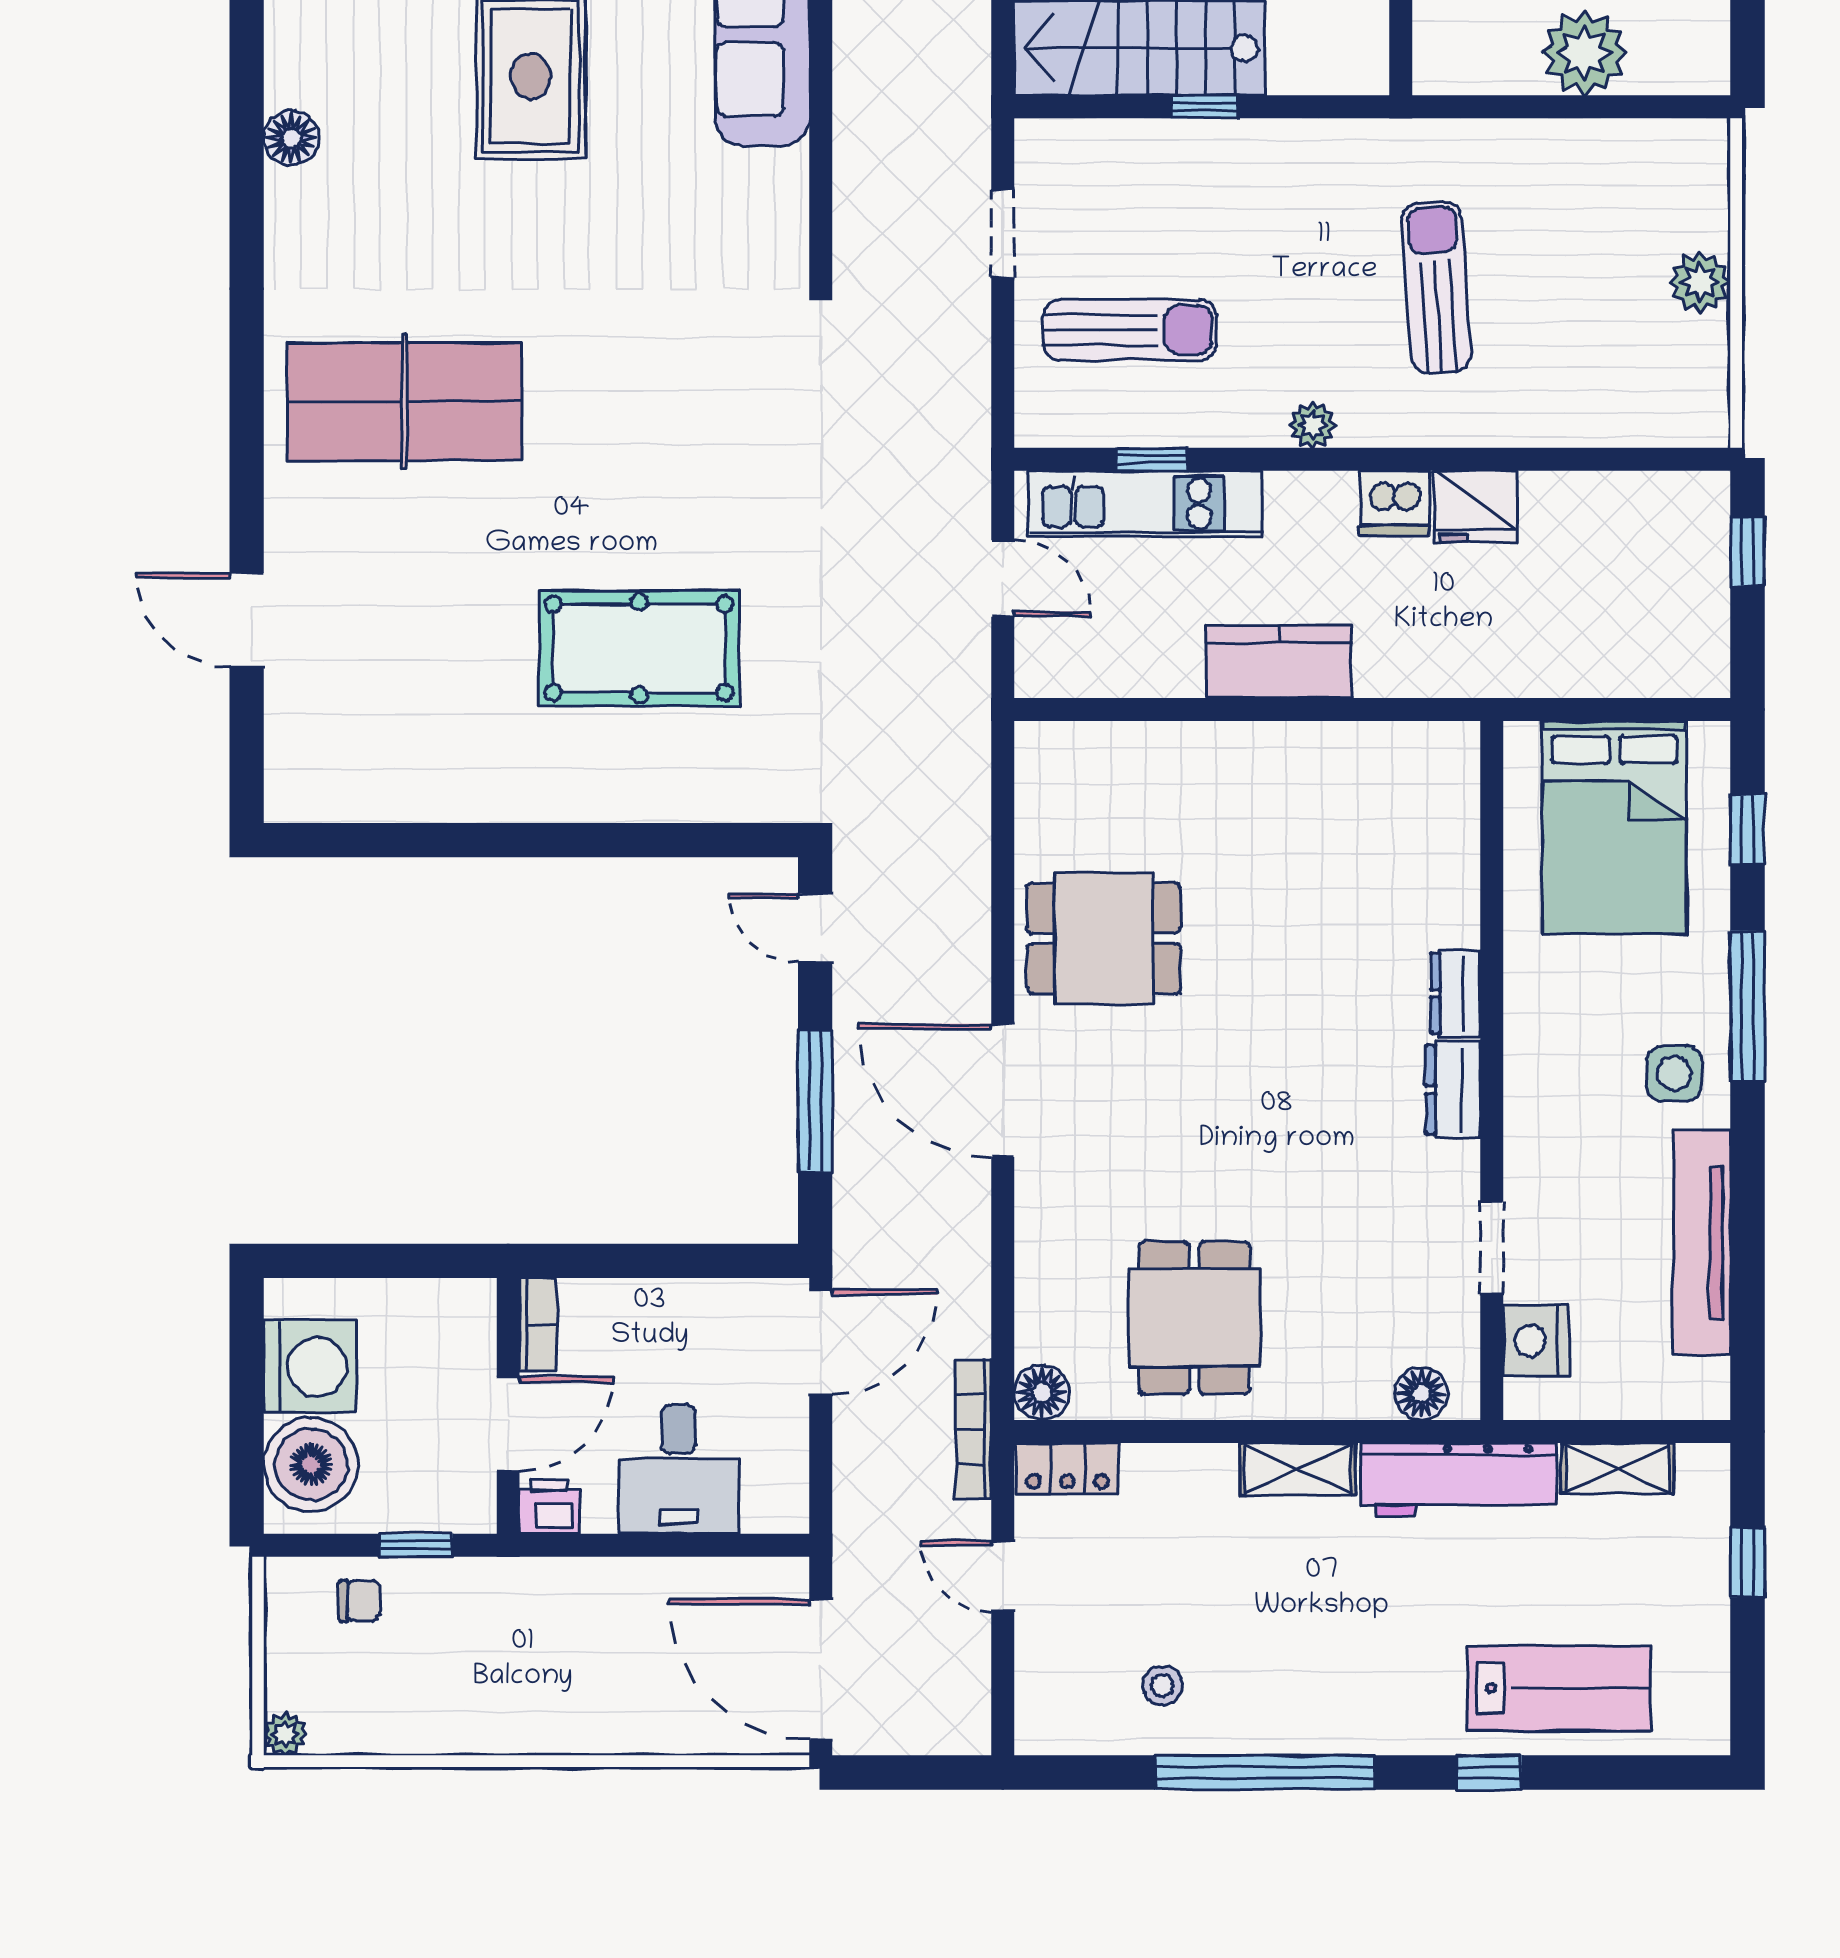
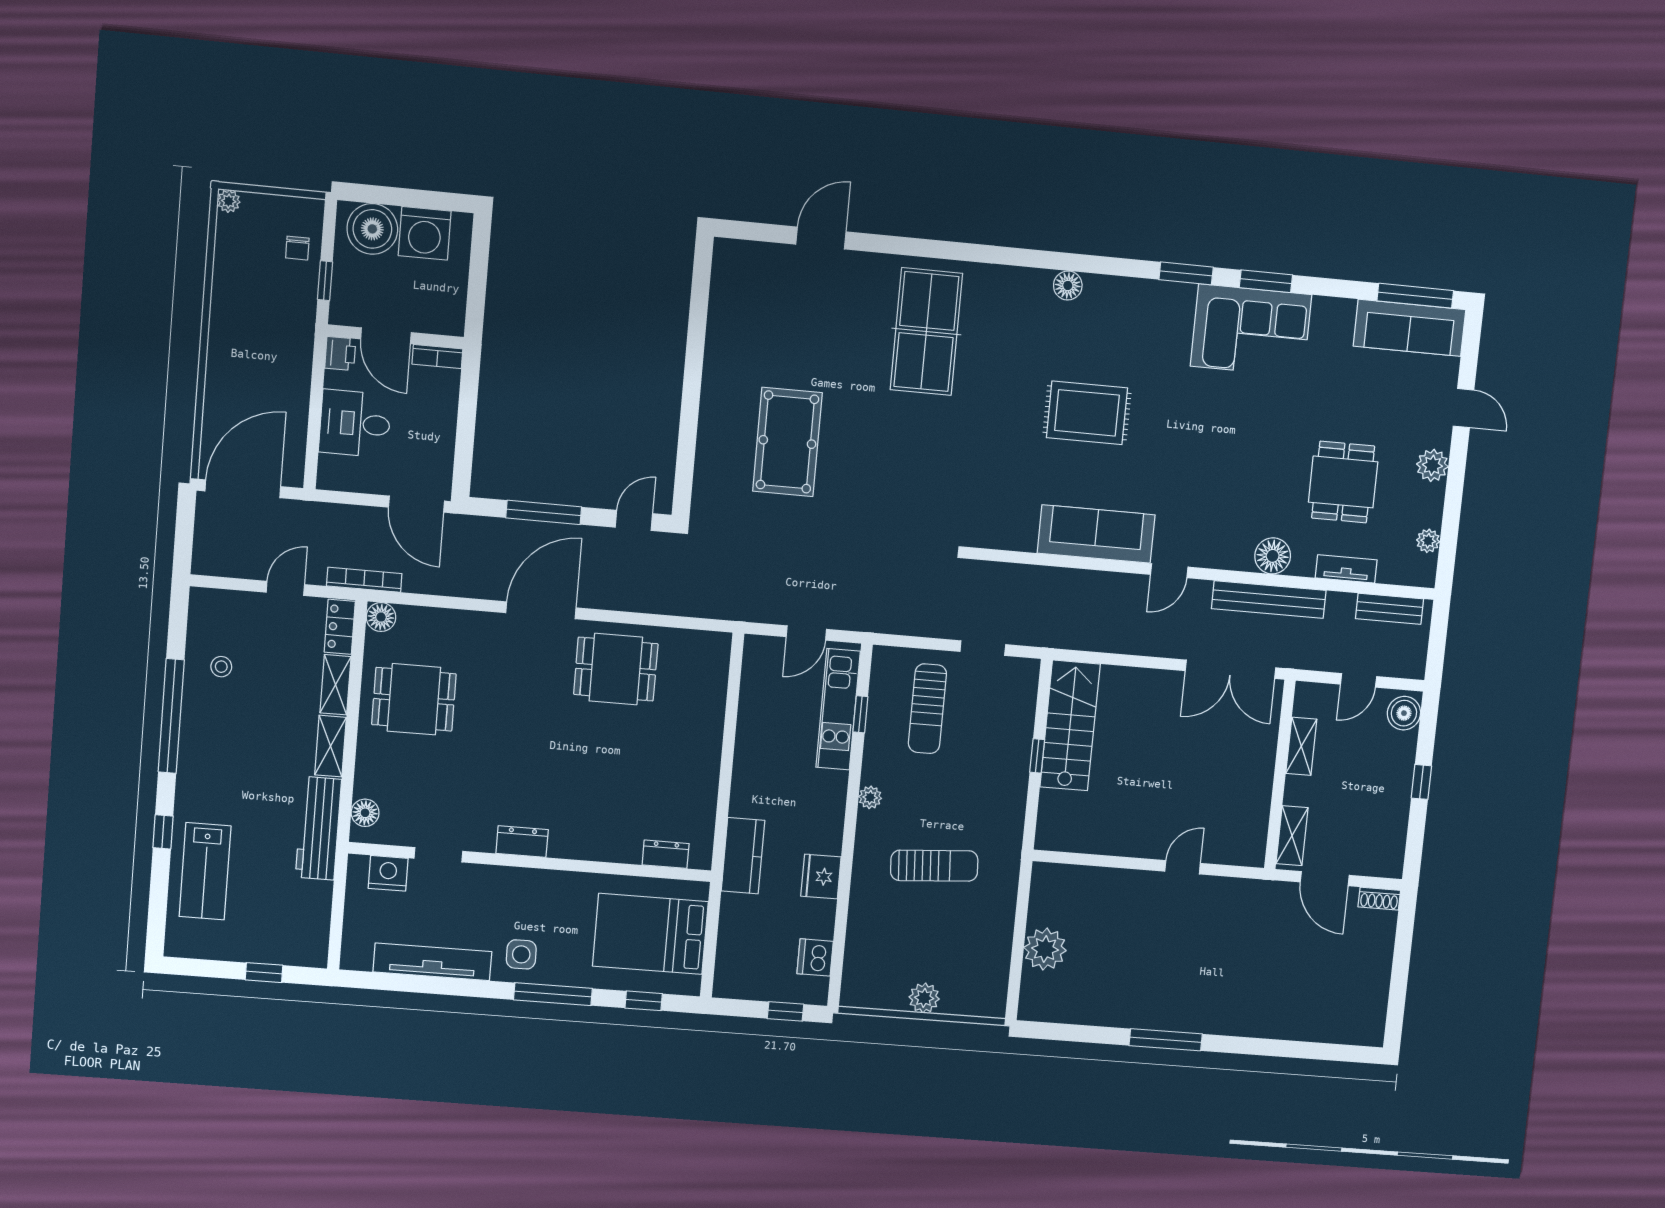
dishwasher: (1394, 503) -> (815, 957), moved
kitchen counter: (1279, 662) -> (743, 856), moved
dining table: (1104, 938) -> (616, 669), turned 90
dresser: (1456, 993) -> (666, 854), moved
shelving: (1618, 1468) -> (336, 685), moved

